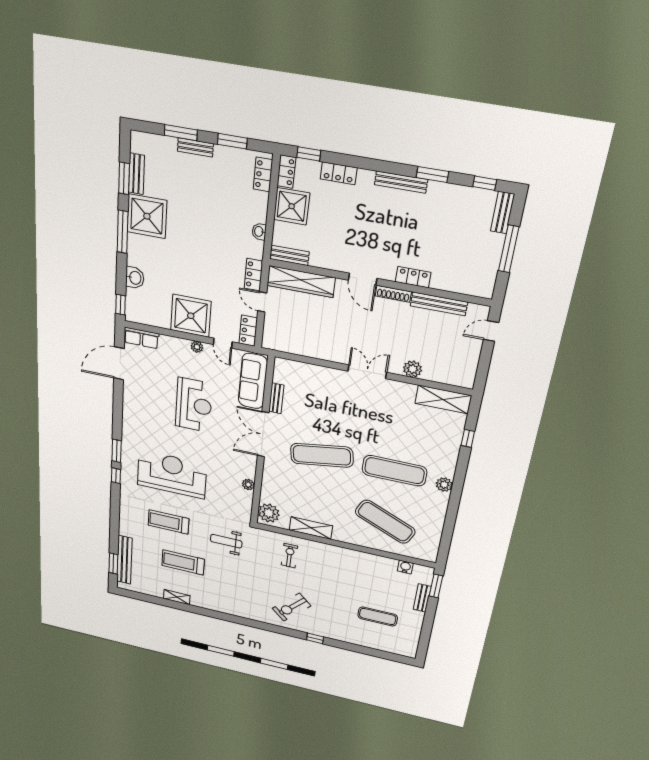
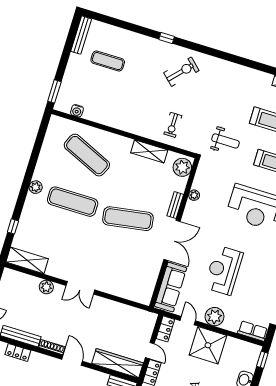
locker: (413, 277) -> (18, 352), moved
plant: (197, 347) -> (215, 317), width x1.87, depth x1.87
bench: (276, 398) -> (175, 205), moved
bench: (422, 598) -> (81, 35), moved, width x1.36

